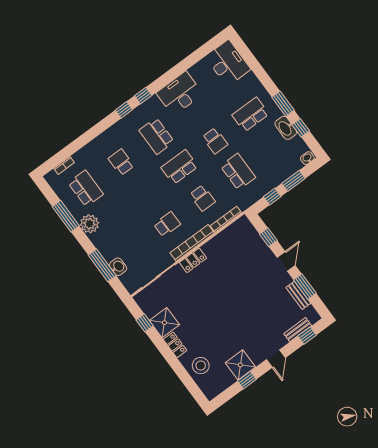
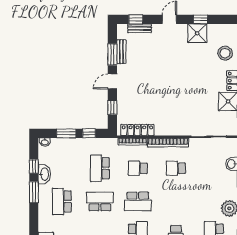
school desk: (250, 114) -> (62, 201), turned 90
school desk: (215, 141) -> (100, 201), width x1.85
school desk: (202, 198) -> (138, 168), turned -90
locker: (193, 260) -> (137, 130), moved, width x1.53

